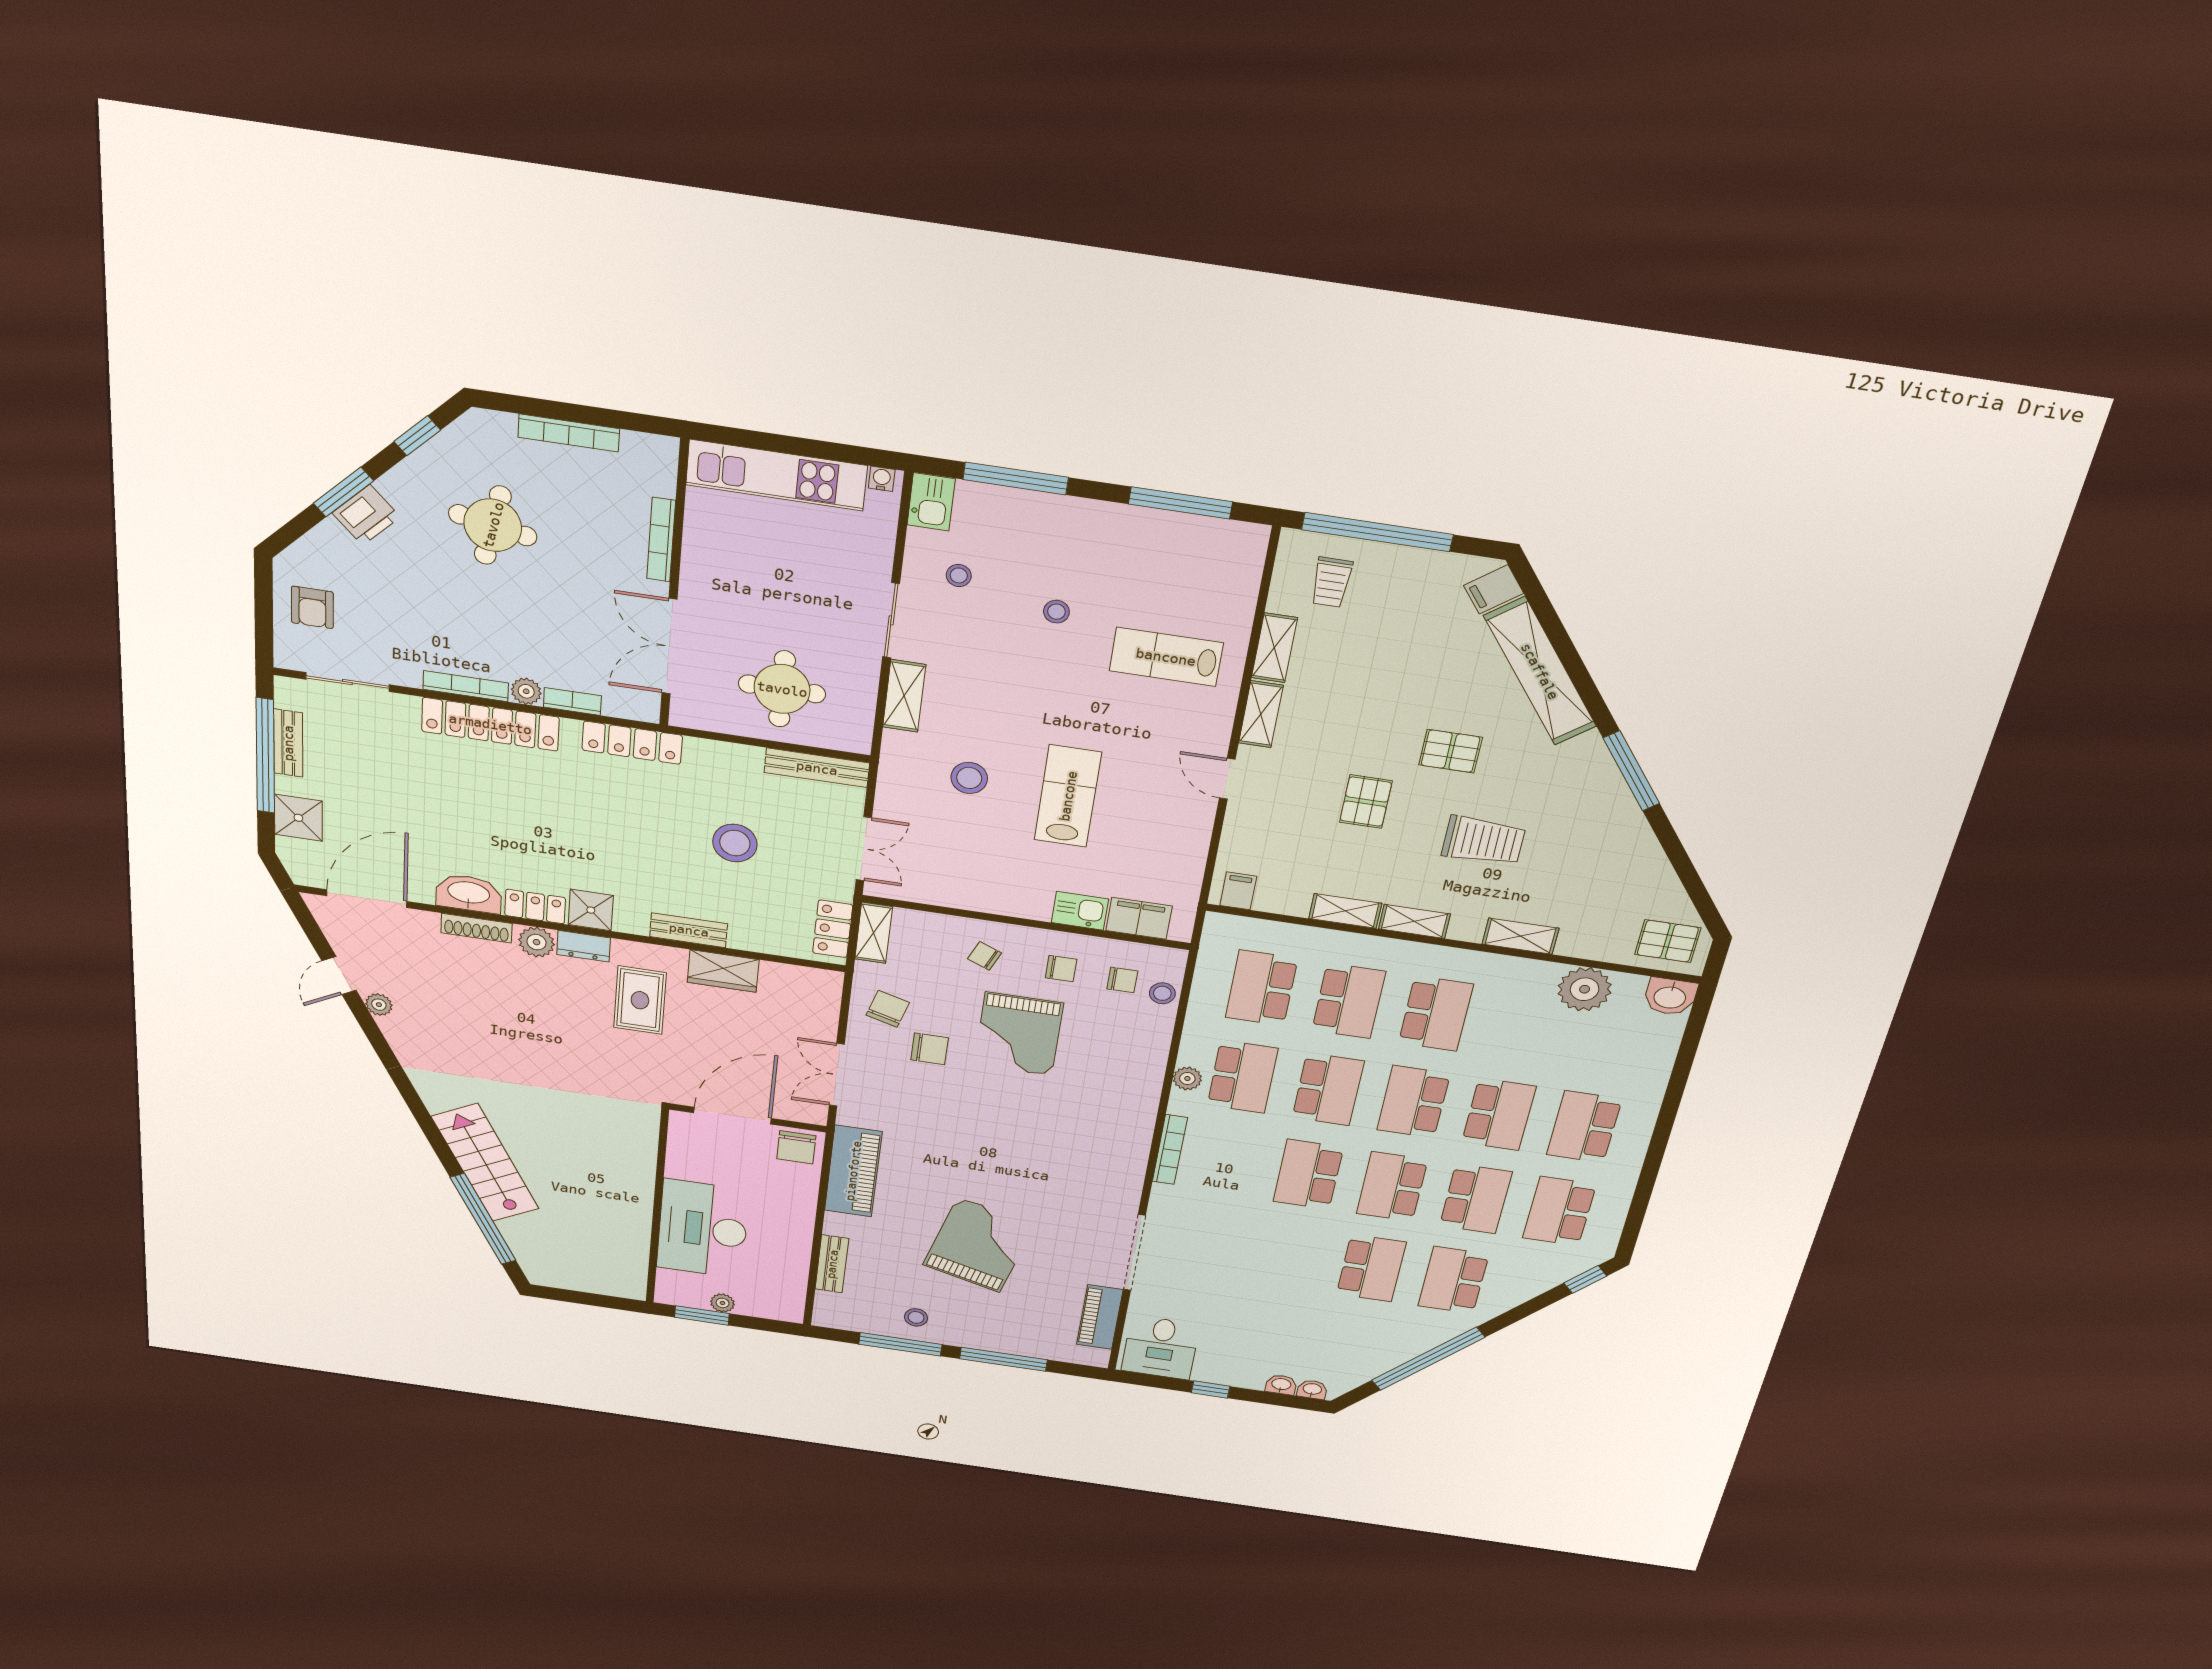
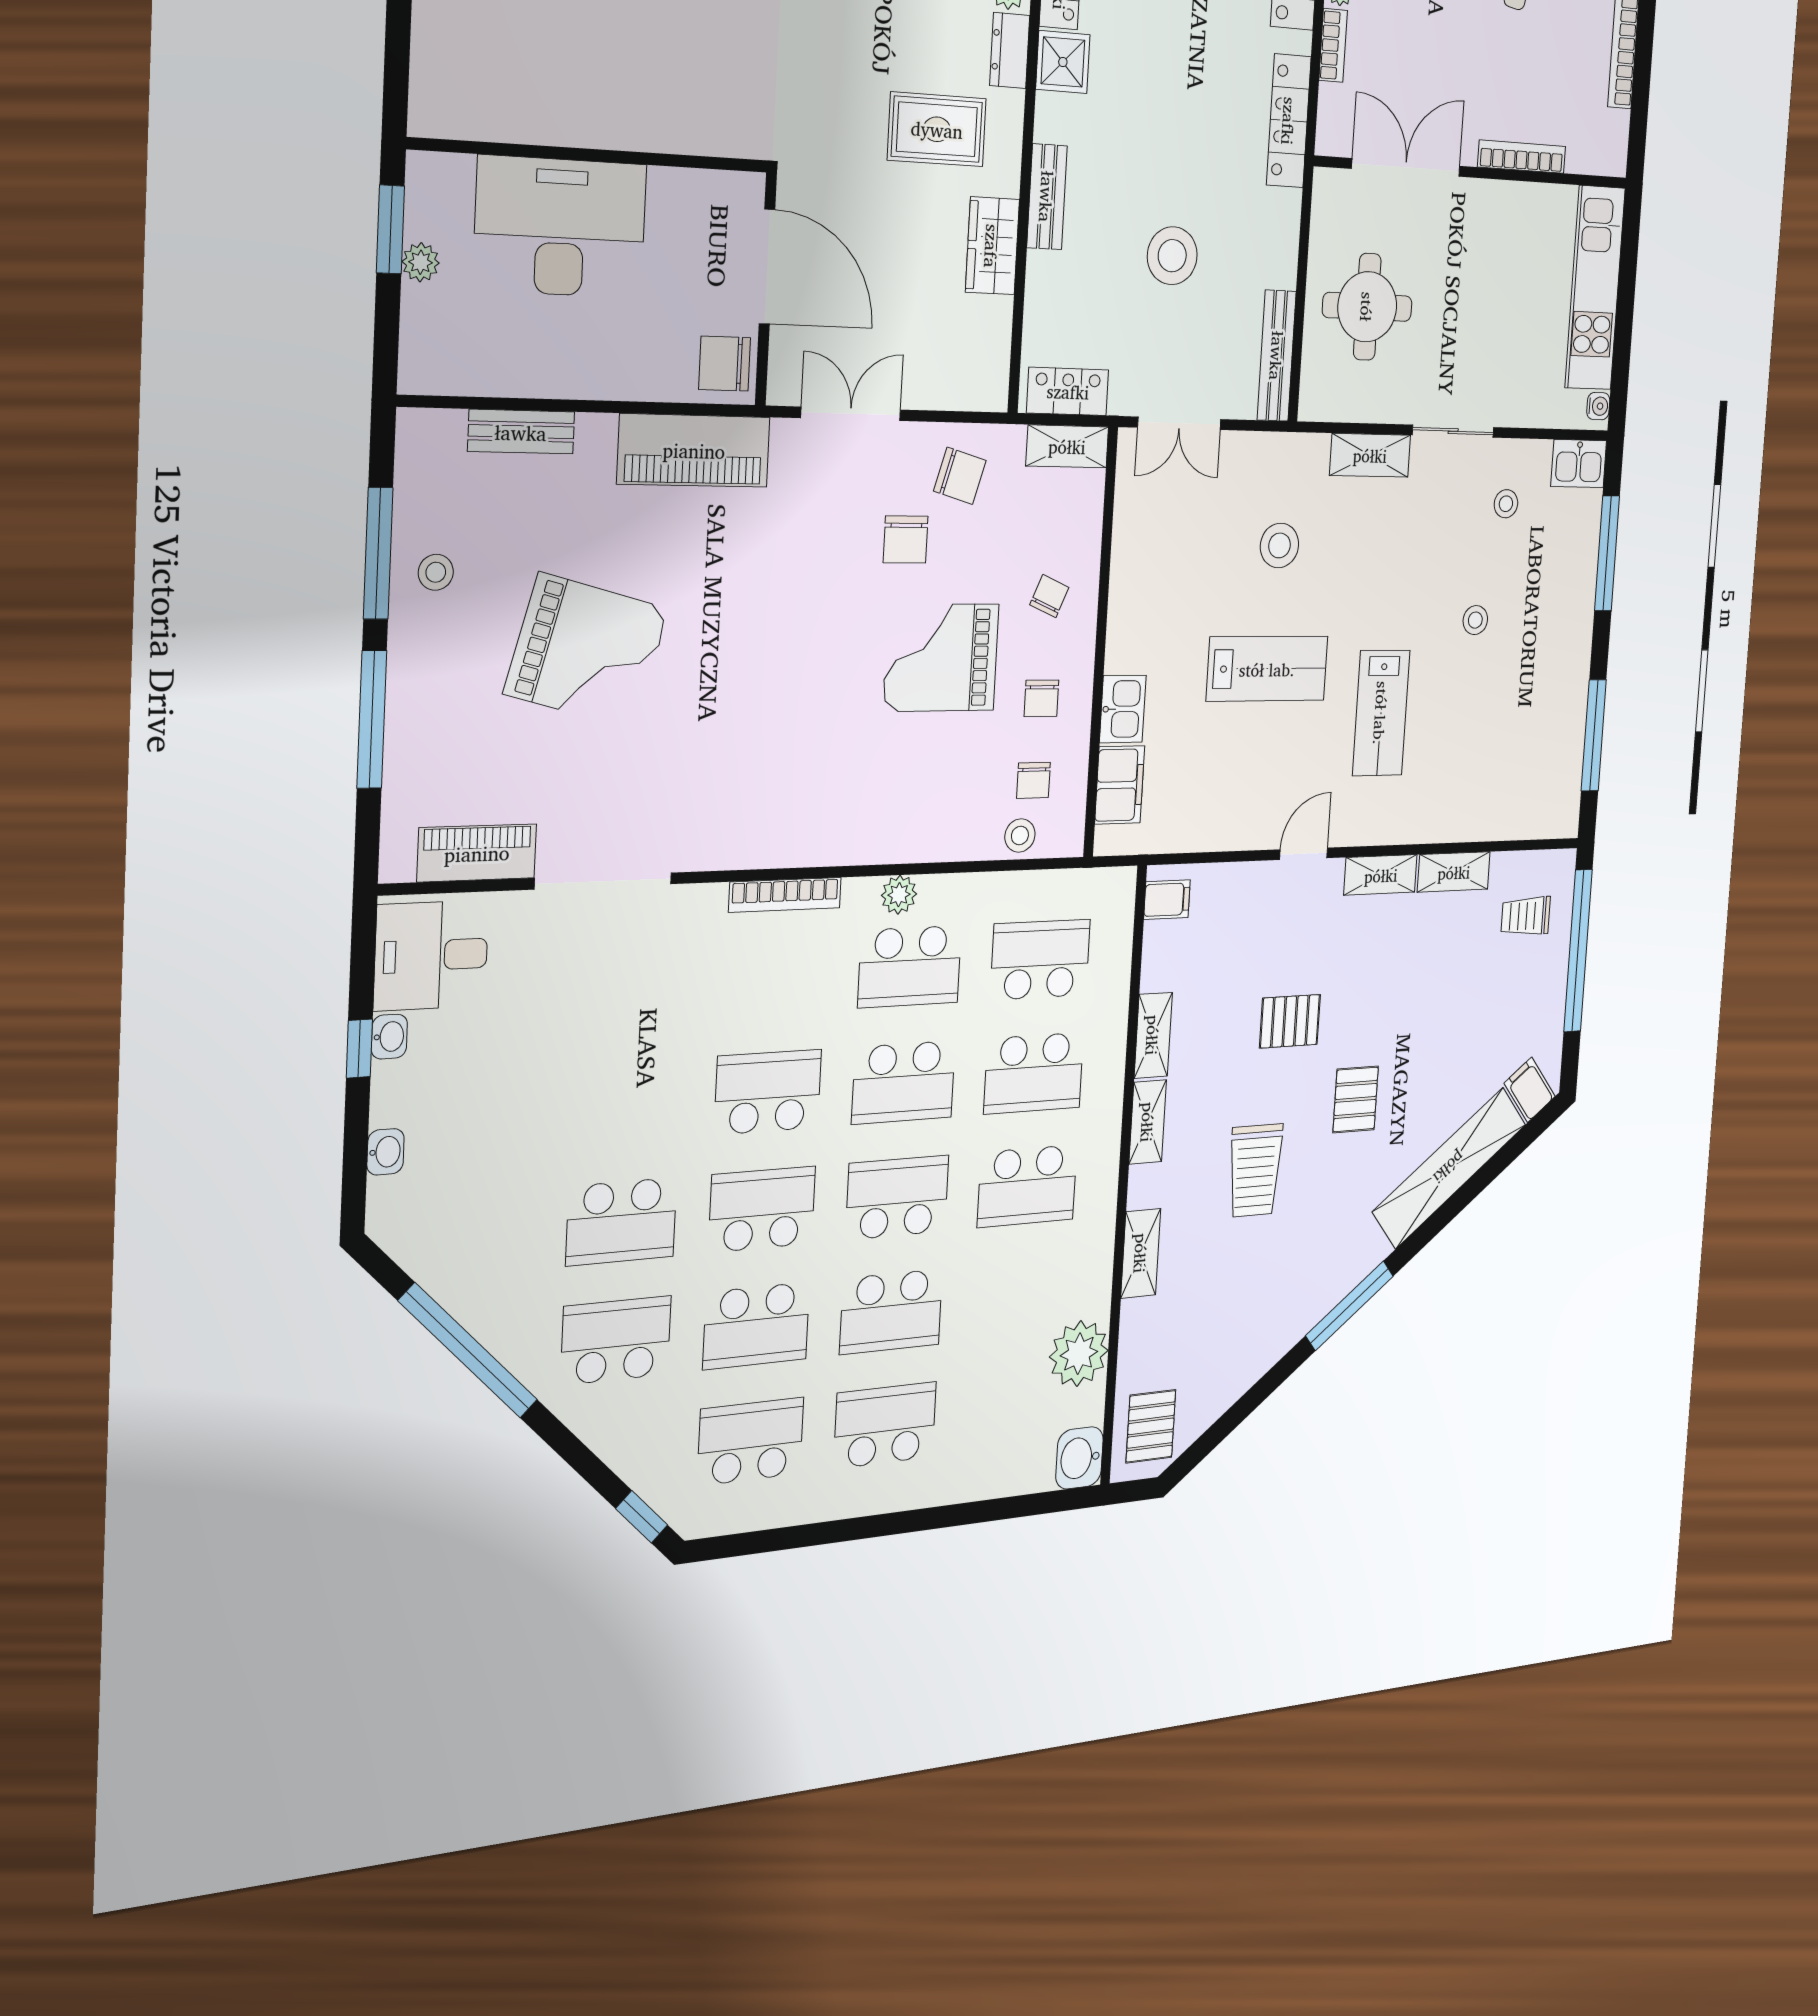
lab bench: (1166, 657) -> (1381, 713), moved, turned 180
washbasin: (1312, 1389) -> (389, 1037), moved

